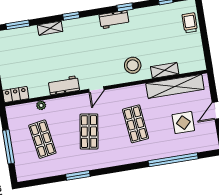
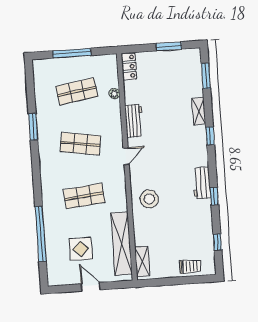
shelving: (165, 70) -> (142, 262), moved
door: (96, 90) -> (126, 156), swing flipped

